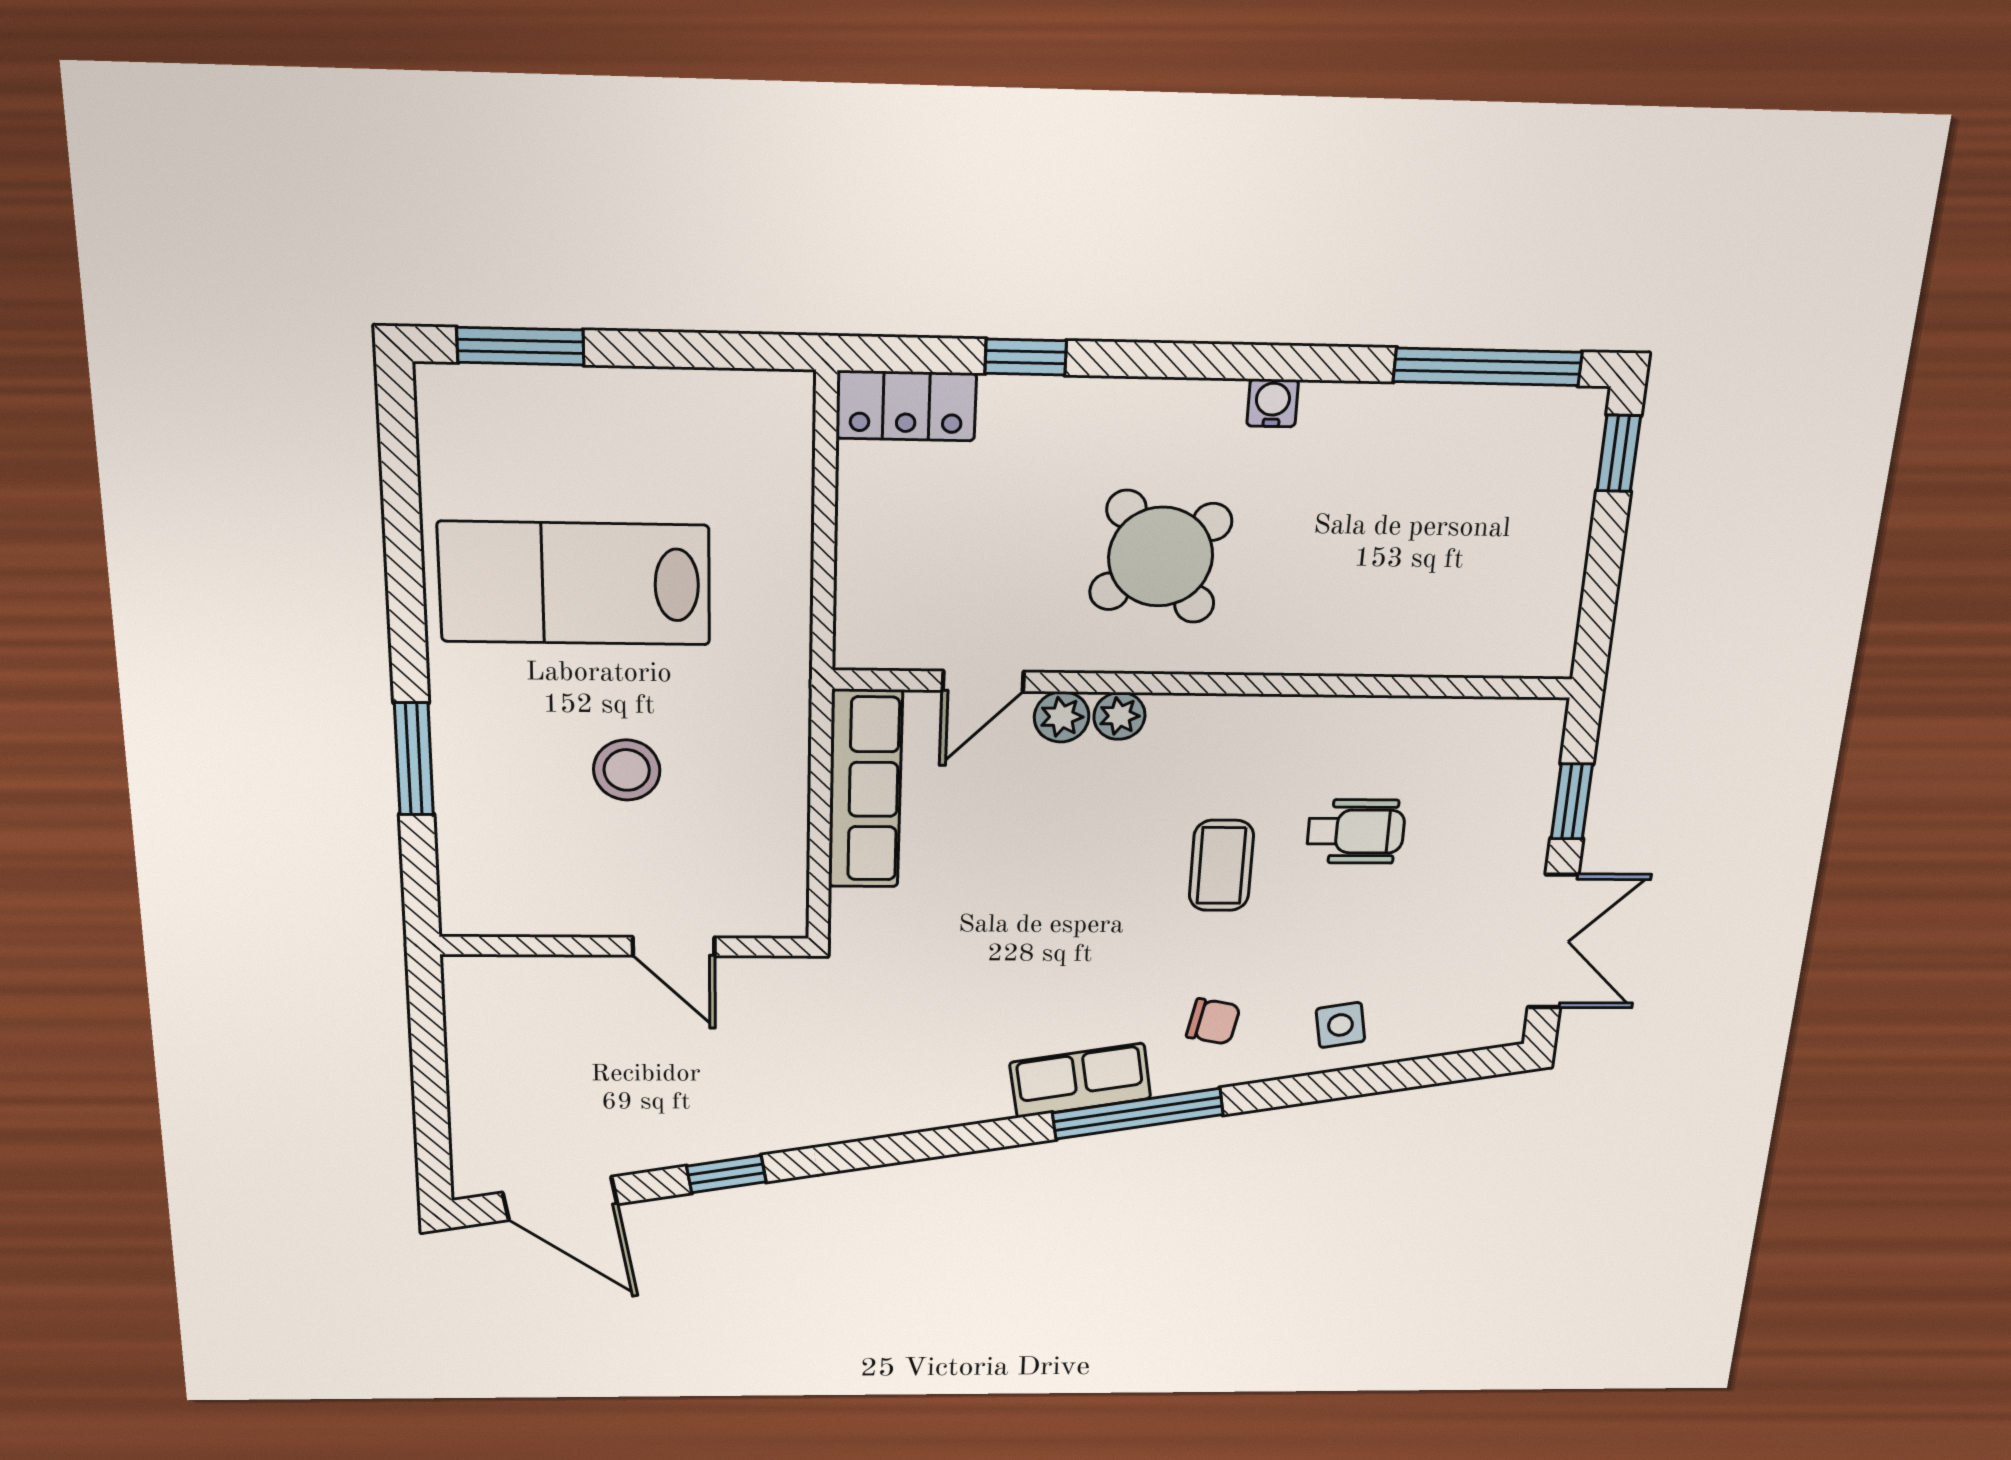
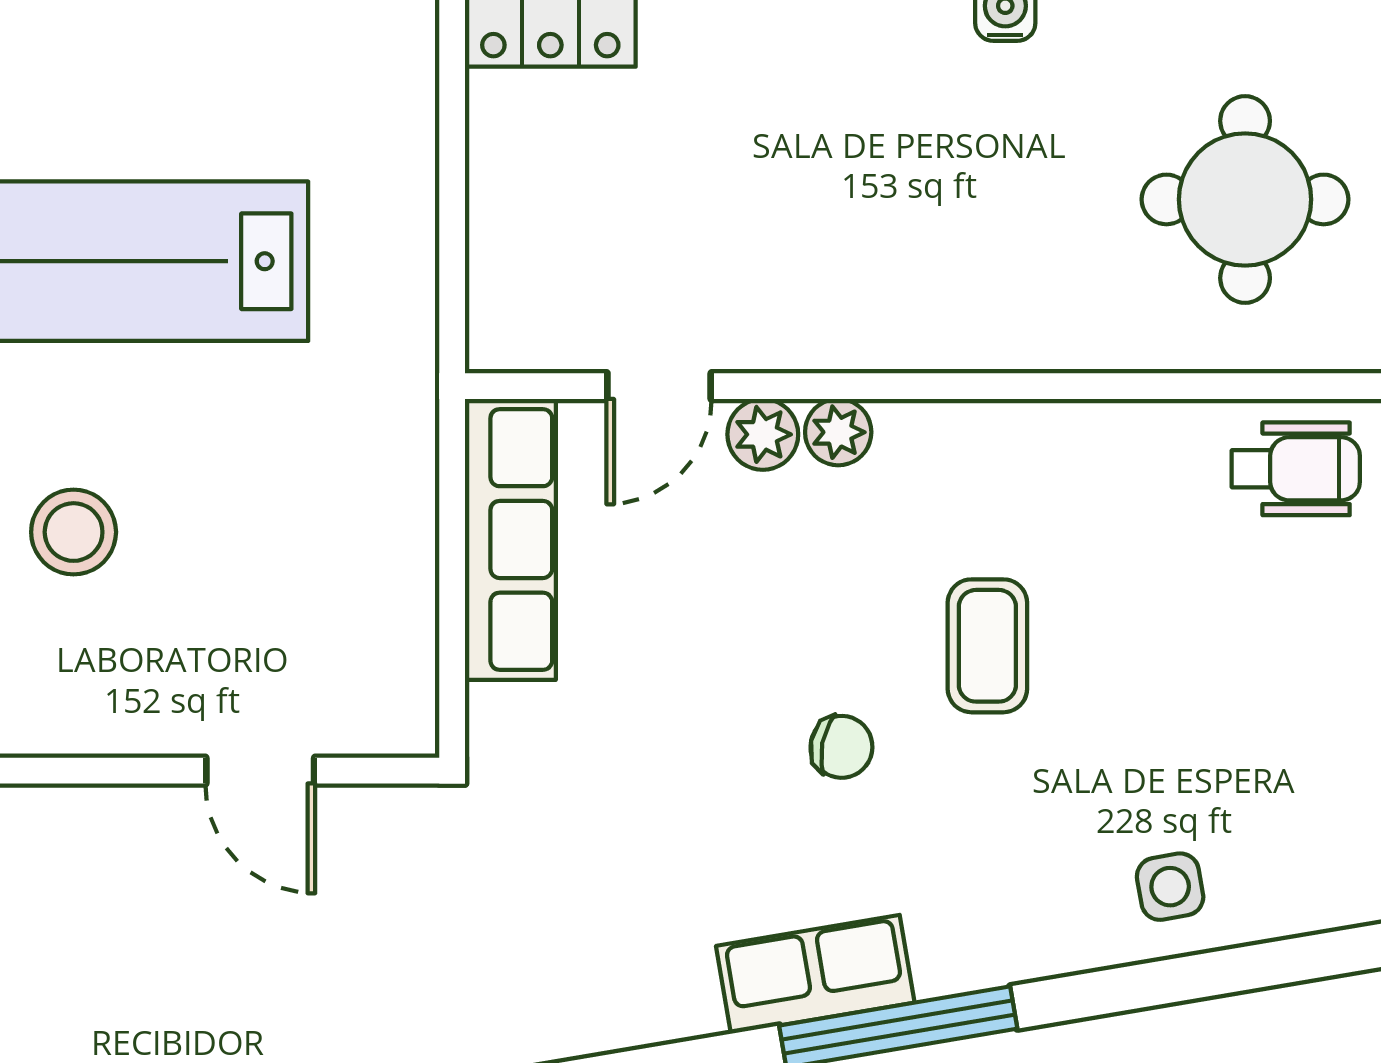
round table: (1161, 557) -> (1245, 199), moved, turned 37
stool: (627, 770) -> (74, 532), moved
wheelchair: (1356, 831) -> (1296, 469), moved
chair: (1213, 1021) -> (841, 747), moved

